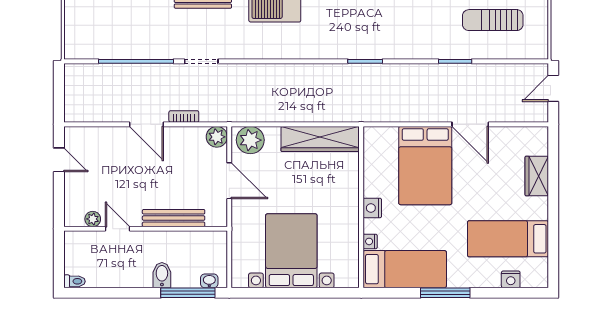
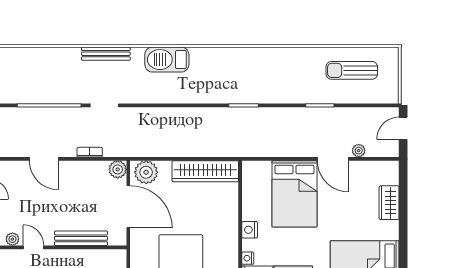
plant: (501, 115) -> (359, 151), added
door: (146, 124) -> (44, 159), moved
door: (229, 181) -> (128, 207), width x1.36

